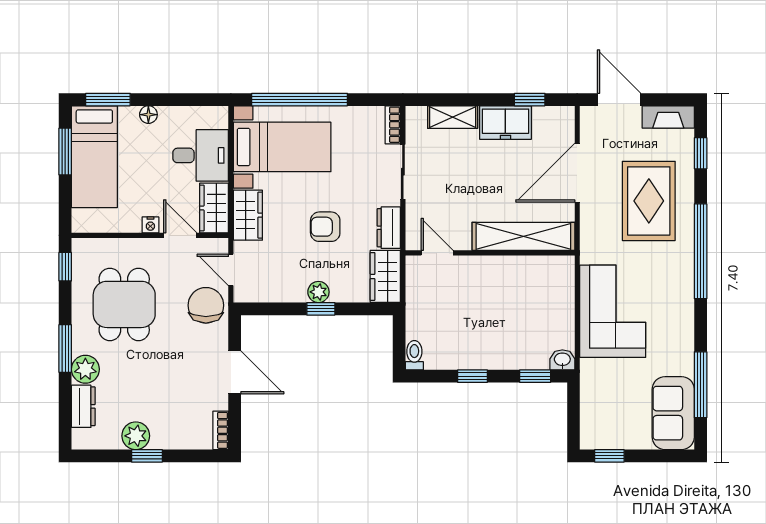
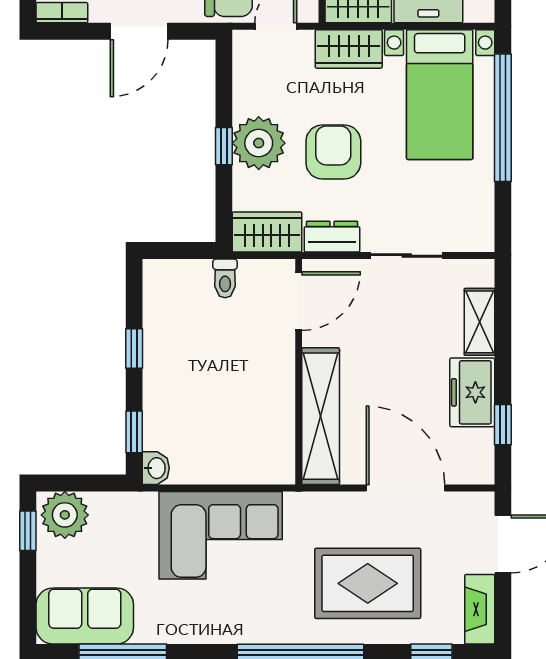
bookcase: (393, 125) -> (469, 242), removed
armchair: (325, 227) -> (333, 152), width x1.38, depth x1.38
door: (437, 253) -> (299, 301), width x1.38
plant: (318, 292) -> (259, 143), width x1.88, depth x1.88
toilet: (414, 355) -> (225, 278), moved, turned 90
plant: (597, 428) -> (65, 515), added

